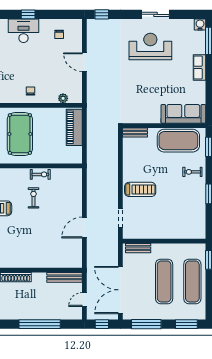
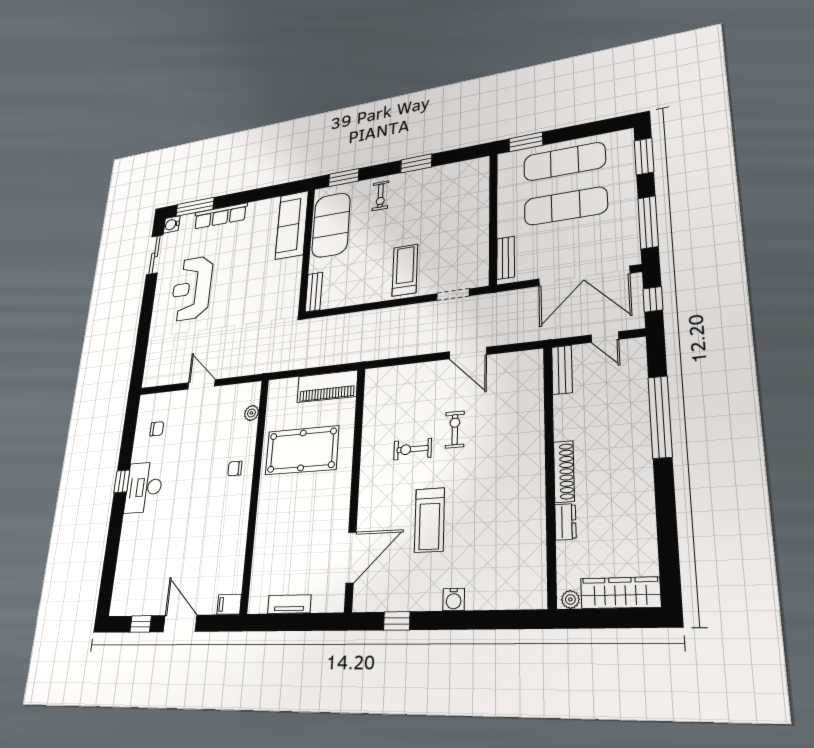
window: (102, 14) -> (139, 366), removed
sliding door: (155, 14) -> (155, 255), moved
door: (84, 62) -> (202, 384), swing flipped
row of seats: (199, 67) -> (220, 216), width x1.48
piano: (74, 127) -> (327, 386), moved
pool table: (20, 134) -> (302, 450), moved
exercise bike: (40, 174) -> (455, 430), moved
bench: (65, 277) -> (562, 370), width x0.73

